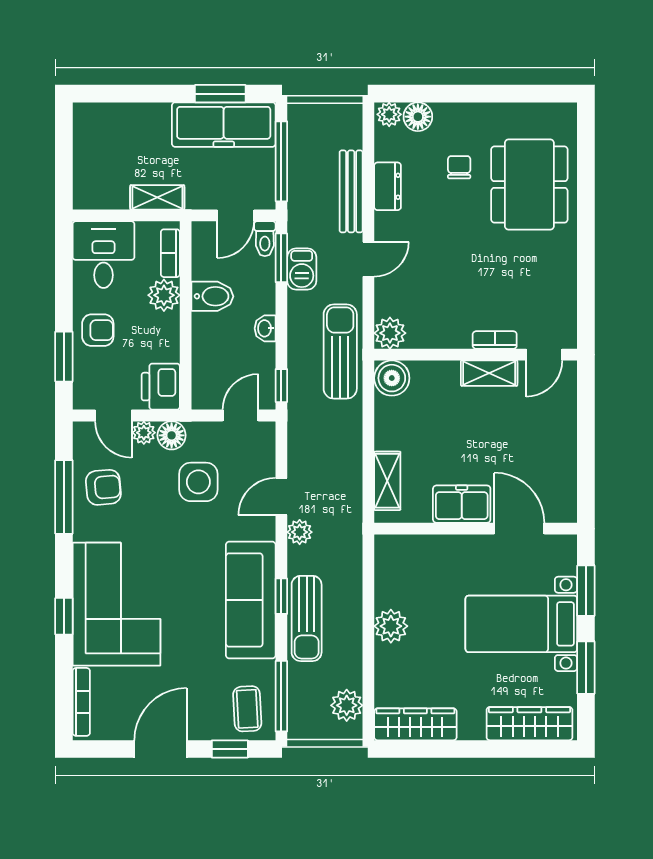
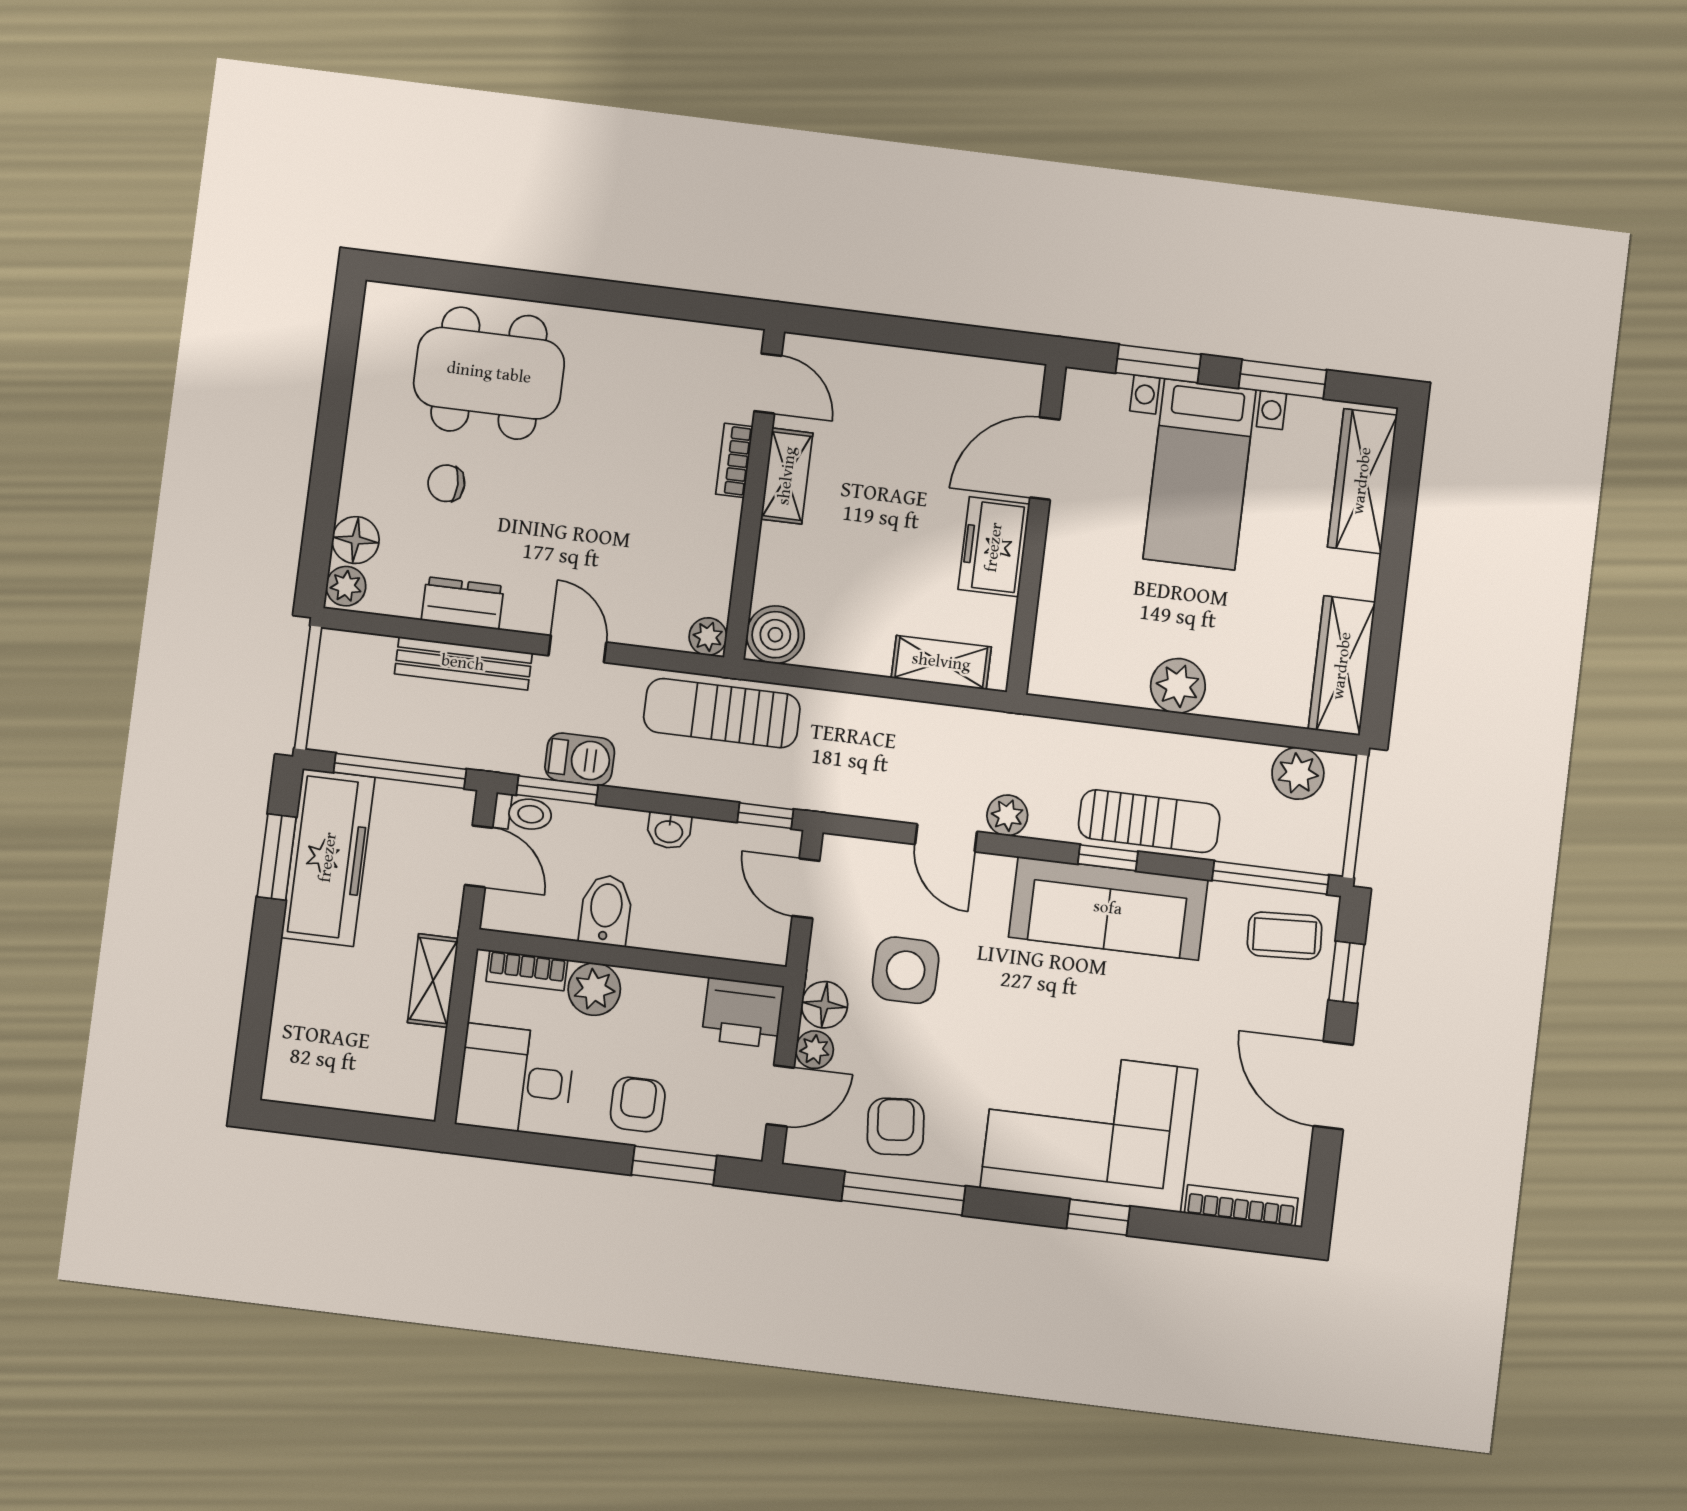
plant: (390, 333) -> (708, 637), width x0.73, depth x0.73

